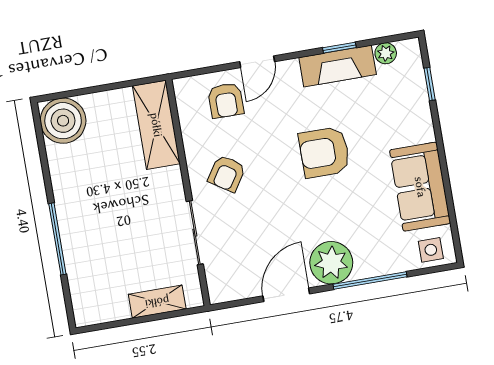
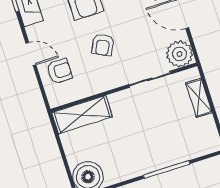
armchair: (227, 173) -> (103, 45), moved, turned 83
plant: (226, 282) -> (180, 54), added

